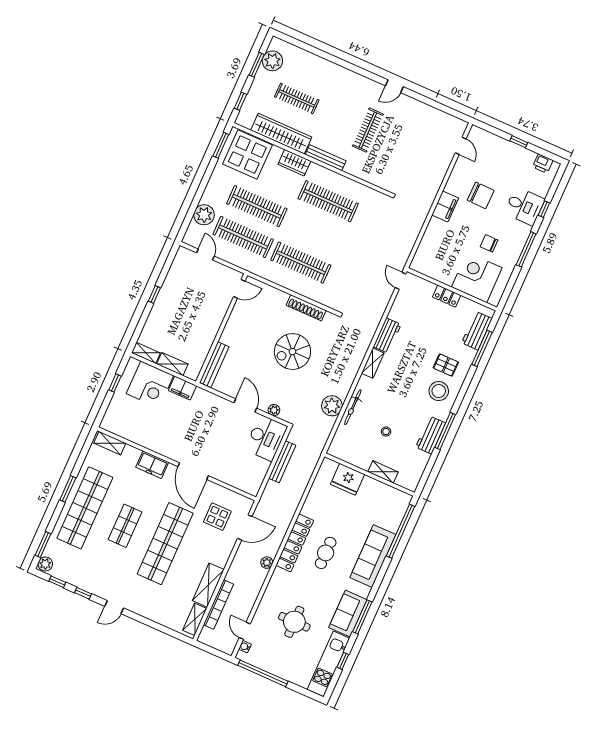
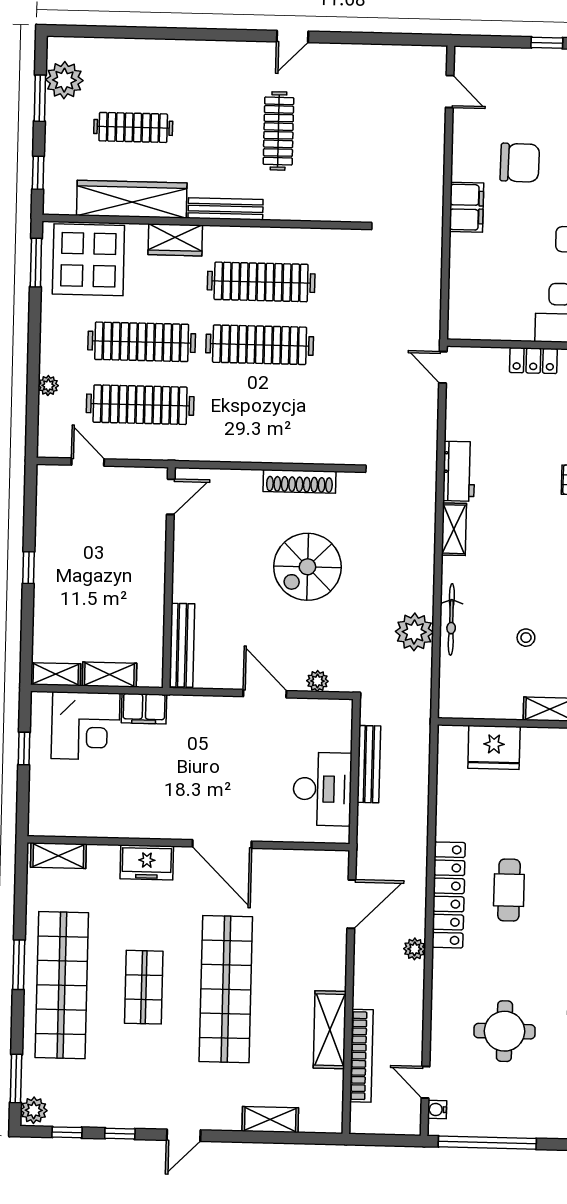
plant: (204, 215) -> (48, 385), width x0.53, depth x0.53
clothes rail: (301, 263) -> (260, 345), moved
desk: (266, 438) -> (322, 789), moved
display table: (217, 517) -> (296, 905), removed
shelving: (195, 619) -> (270, 1120), moved, turned 90

